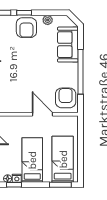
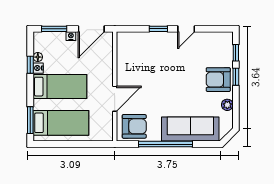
sofa: (68, 45) -> (190, 129), width x1.36

